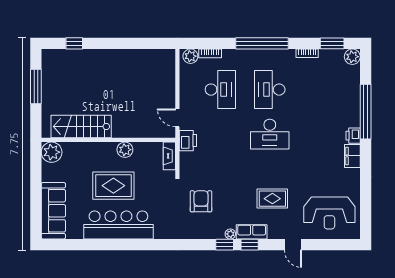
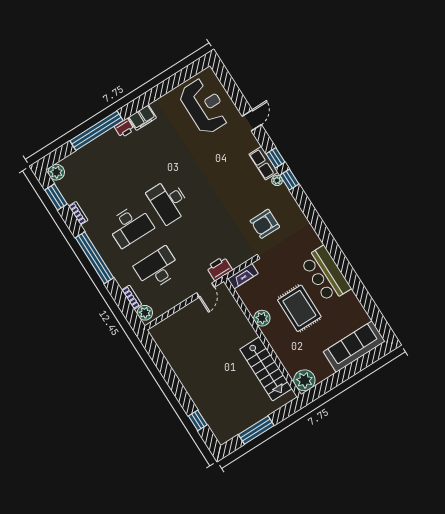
desk: (270, 134) -> (169, 201), turned 180
rug: (272, 199) -> (223, 164), removed
bar counter: (118, 225) -> (326, 274), width x0.73

